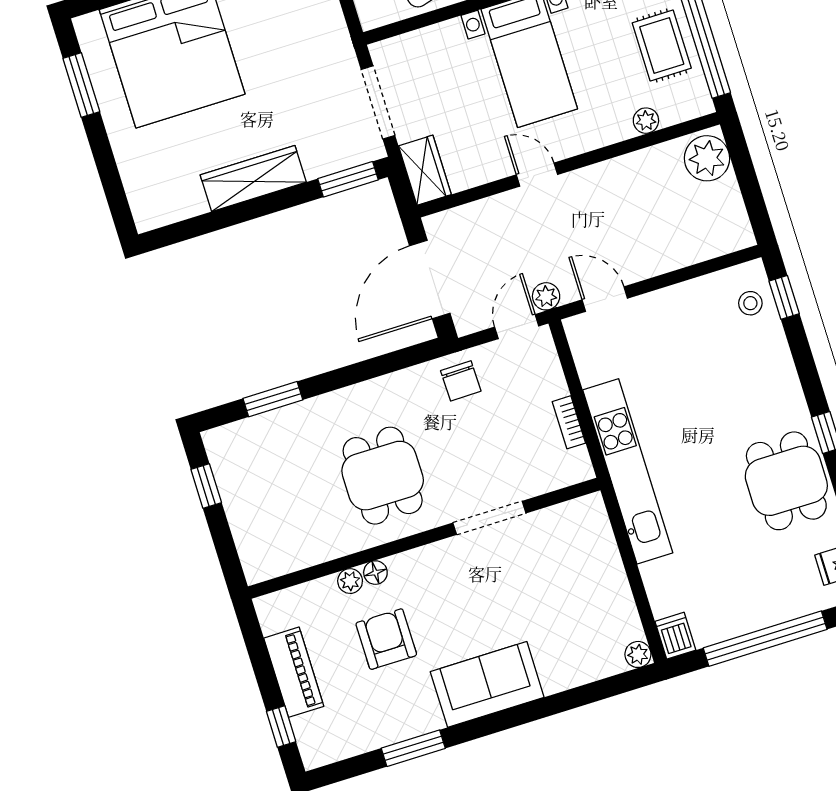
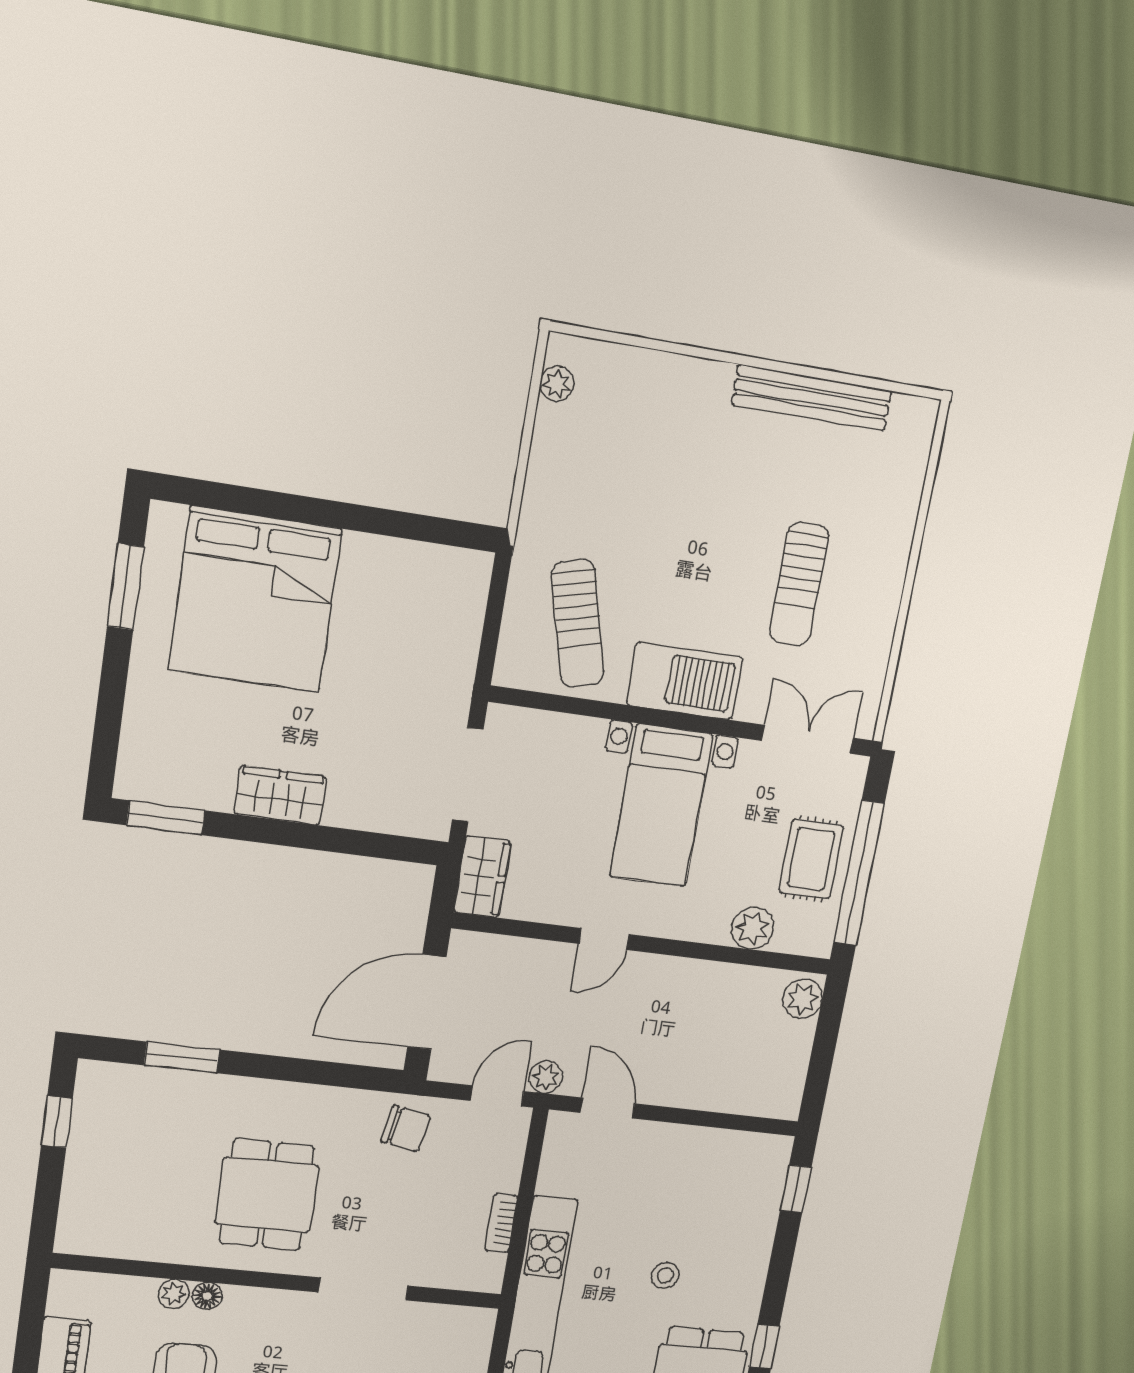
plant: (646, 121) -> (753, 928), width x1.38, depth x1.38
plant: (707, 158) -> (803, 999), width x0.73, depth x0.73
door: (537, 175) -> (604, 939), swing flipped
wardrobe: (253, 179) -> (280, 795), width x0.67
window: (348, 179) -> (166, 818), moved
stool: (750, 303) -> (665, 1275), moved
chair: (461, 381) -> (406, 1129), turned -79

